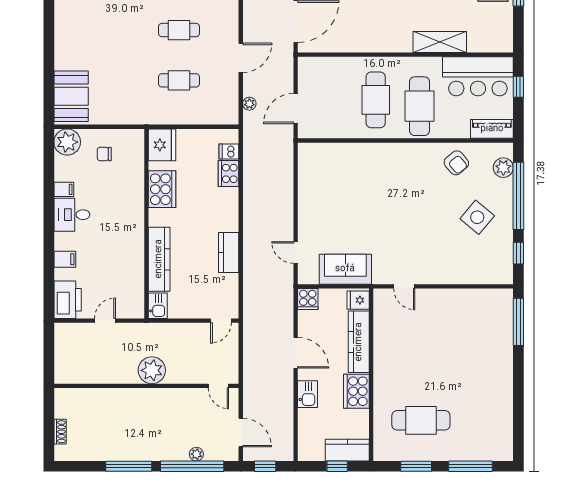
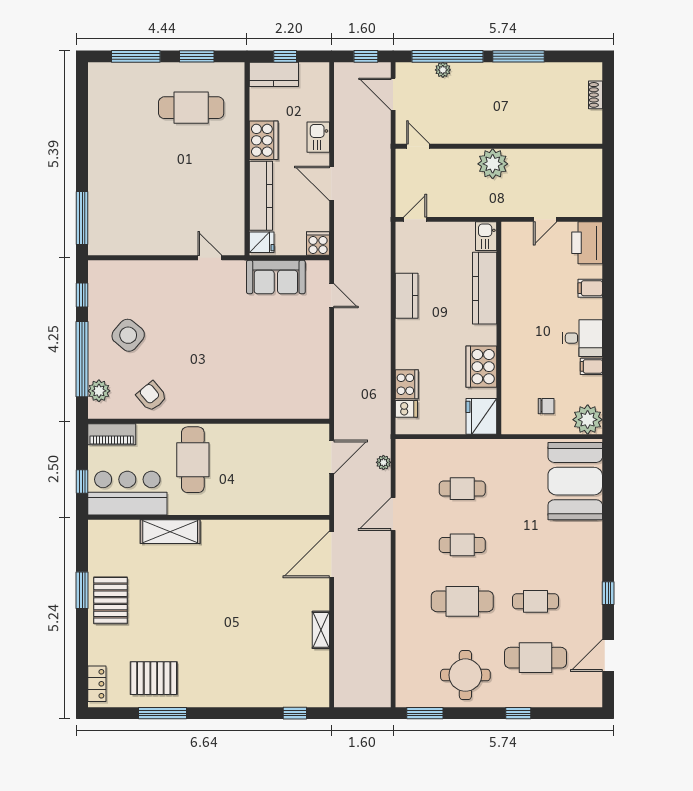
booth: (71, 96) -> (575, 481), width x1.36, depth x1.42
cafe table: (376, 100) -> (242, 467), removed

